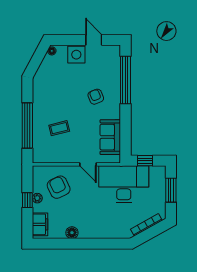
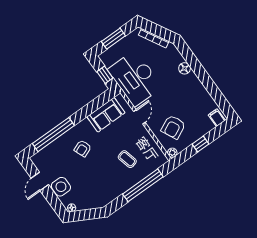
plant: (37, 198) -> (172, 153), moved
filing cabinet: (40, 224) -> (217, 118), width x0.50
floor lamp: (72, 233) -> (185, 68), moved

